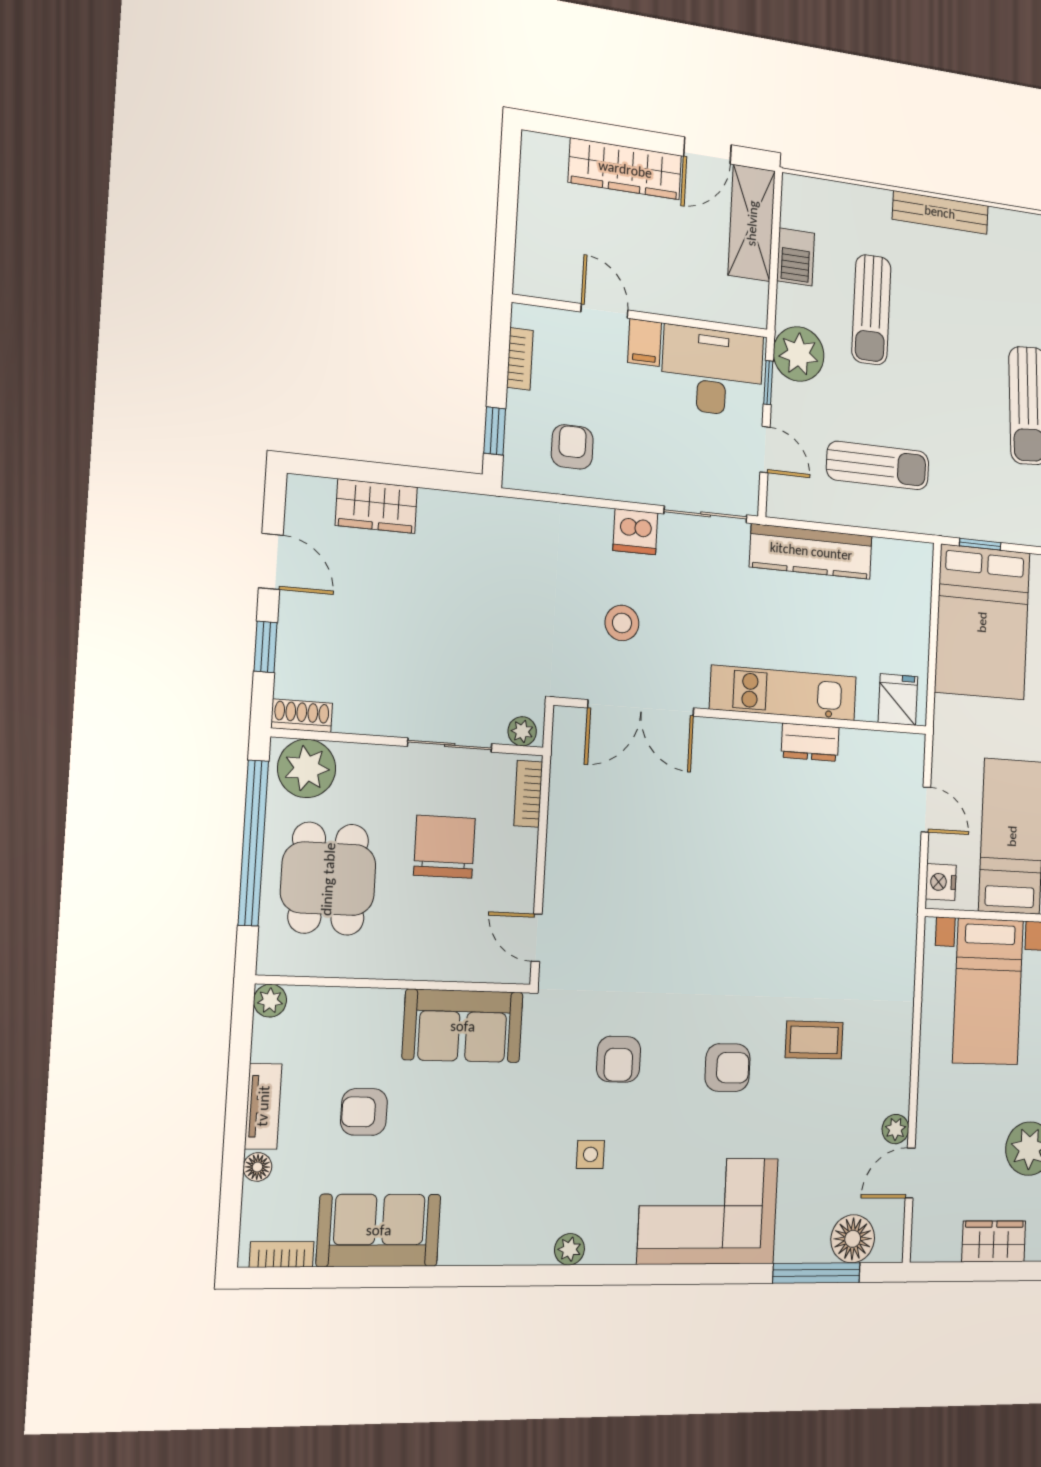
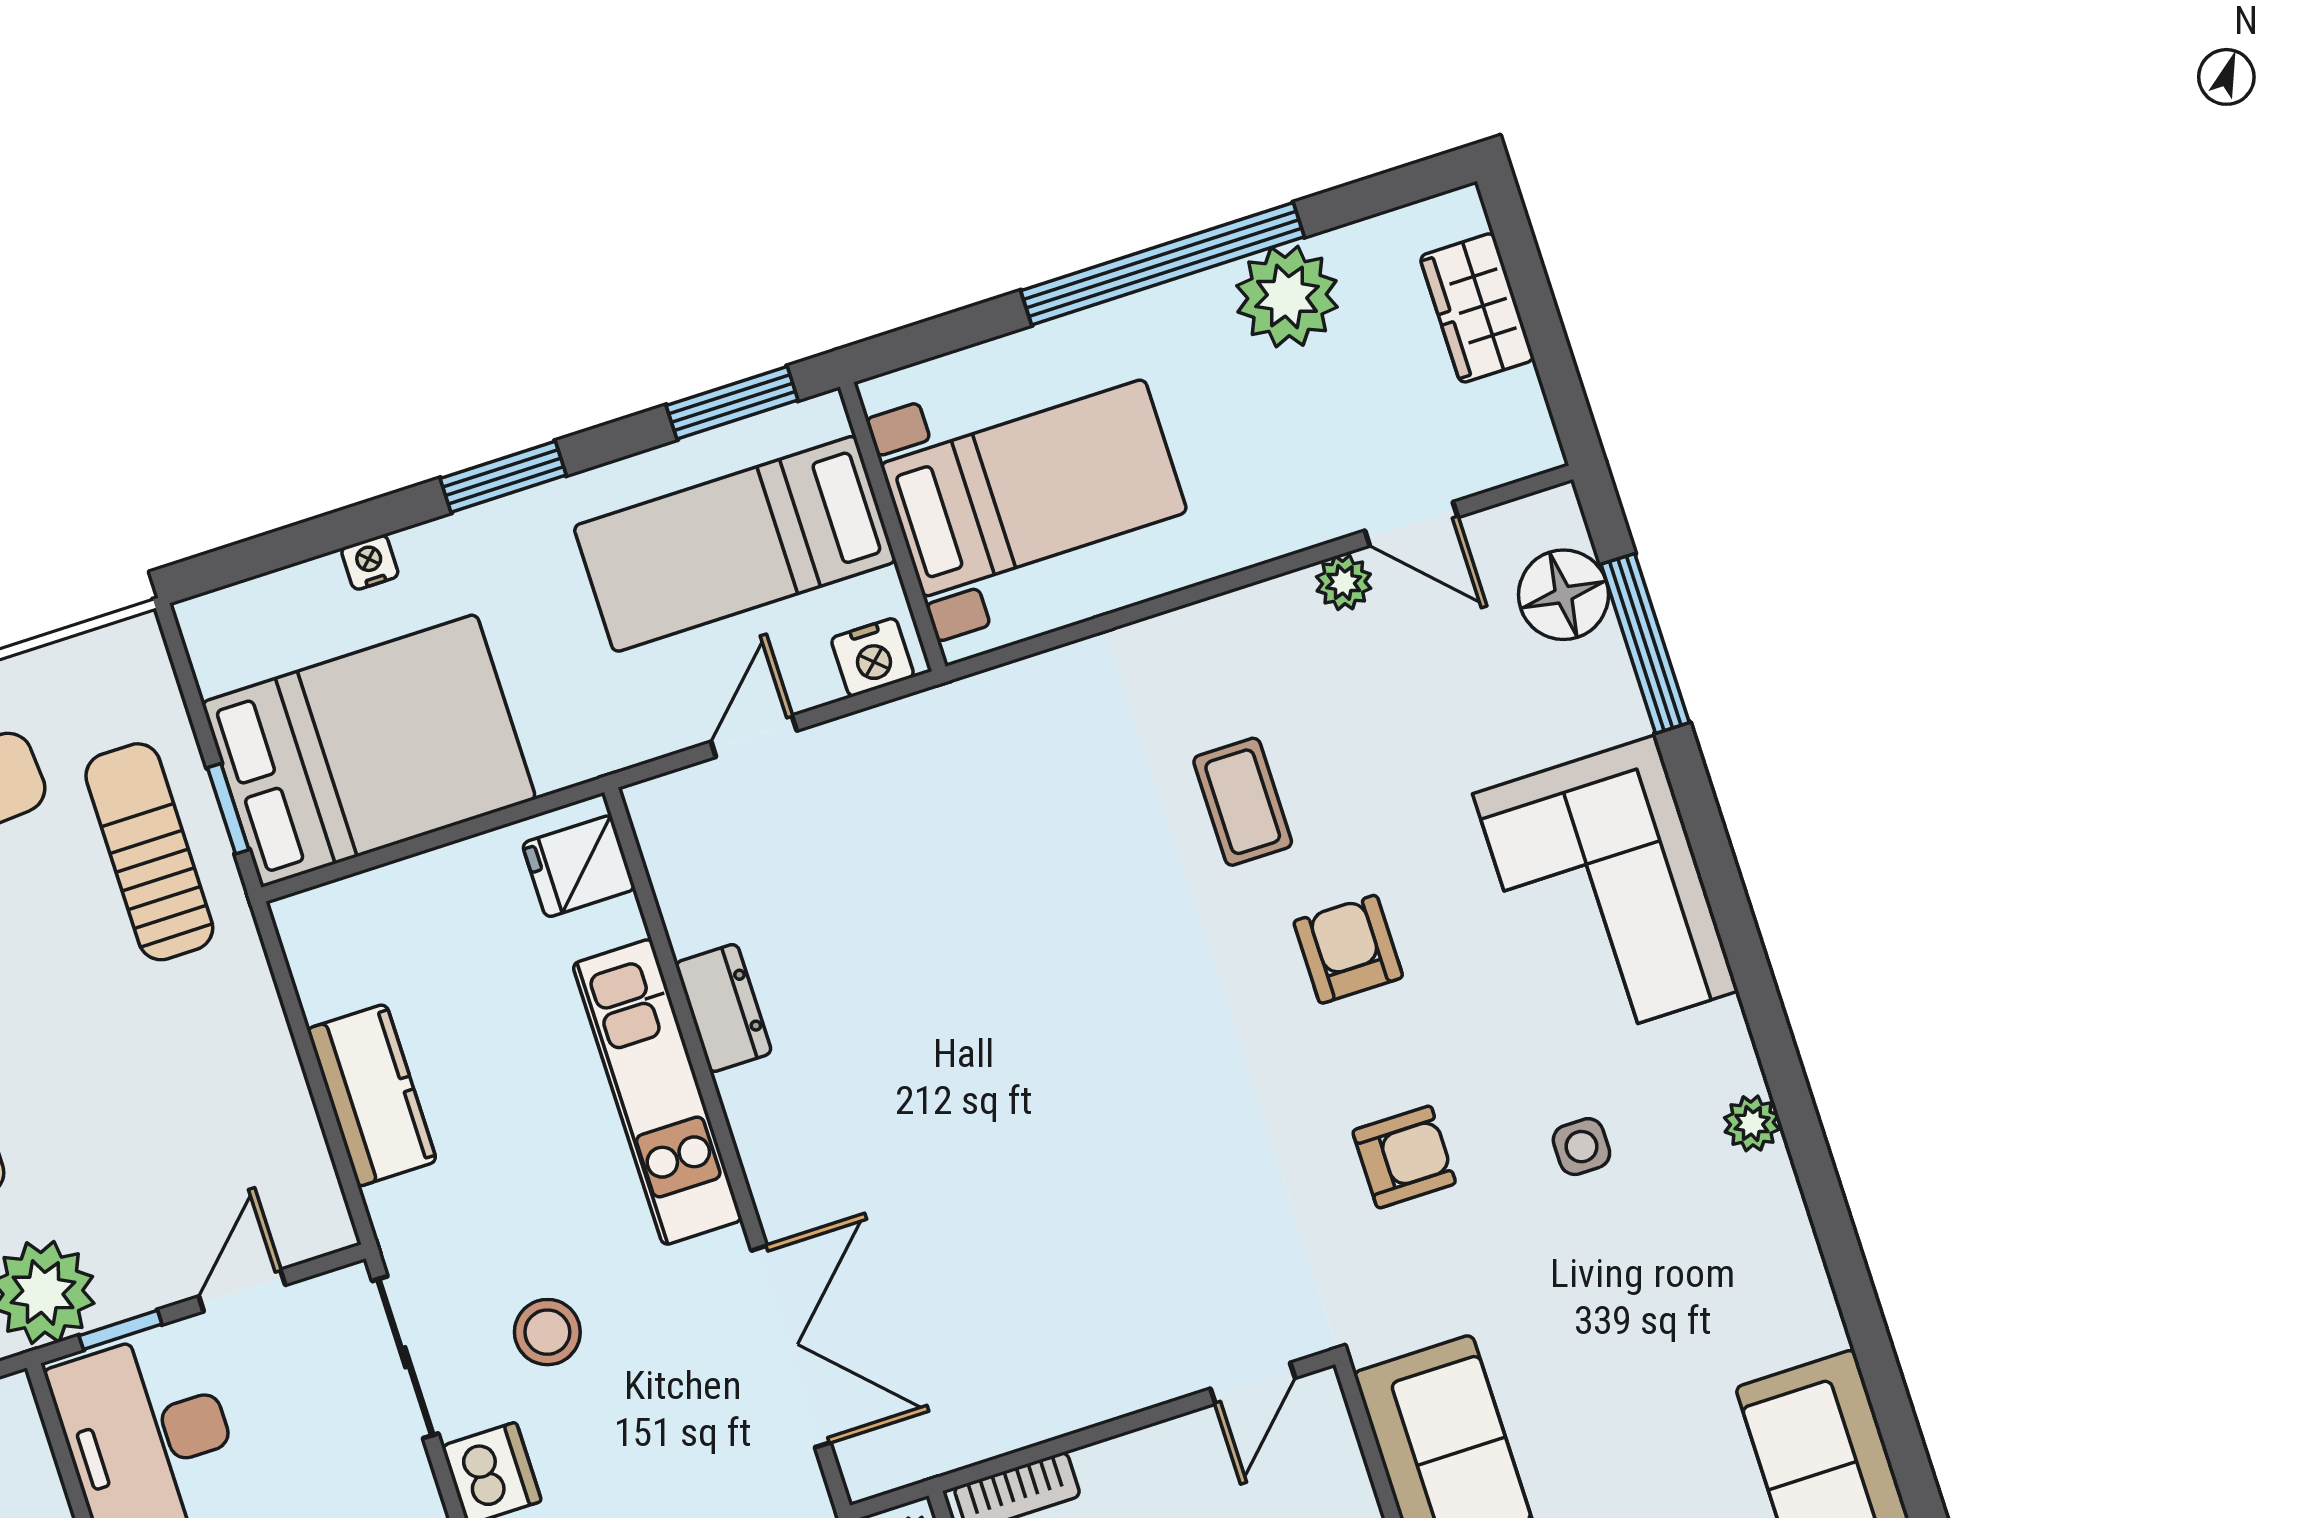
sun lounger: (878, 466) -> (149, 852), moved
kitchen counter: (811, 551) -> (372, 1095), width x0.67
stool: (622, 623) -> (547, 1332), moved

